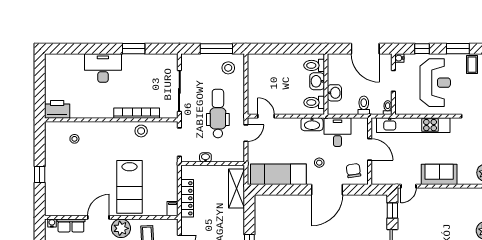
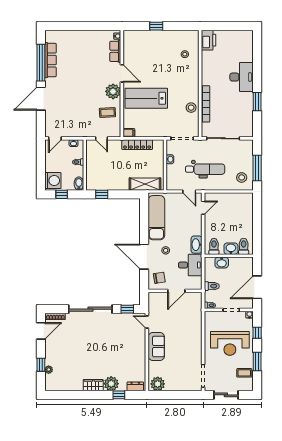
kitchen unit: (413, 125) -> (196, 326), removed

